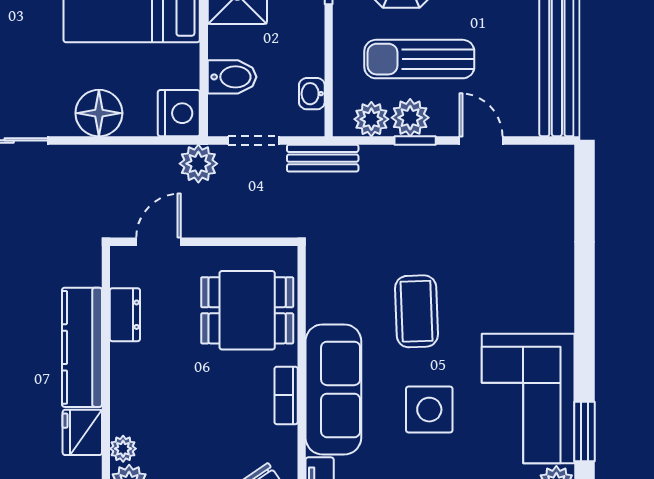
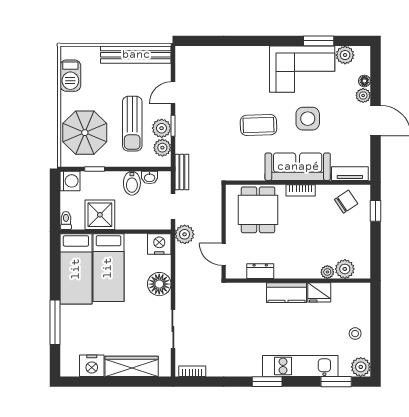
bidet: (232, 77) -> (132, 183), moved, turned 180
kitchen counter: (82, 347) -> (287, 293), width x0.67

